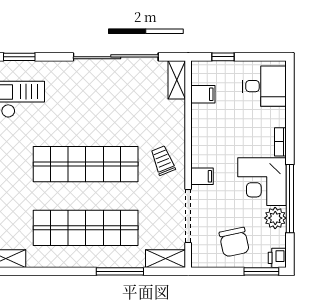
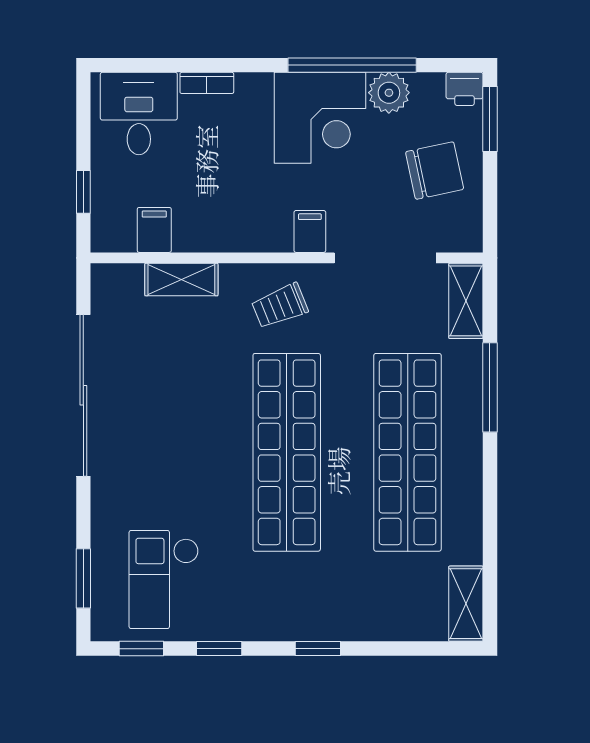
shelving: (177, 80) -> (181, 280), moved
bookcase: (280, 142) -> (207, 83), moved

